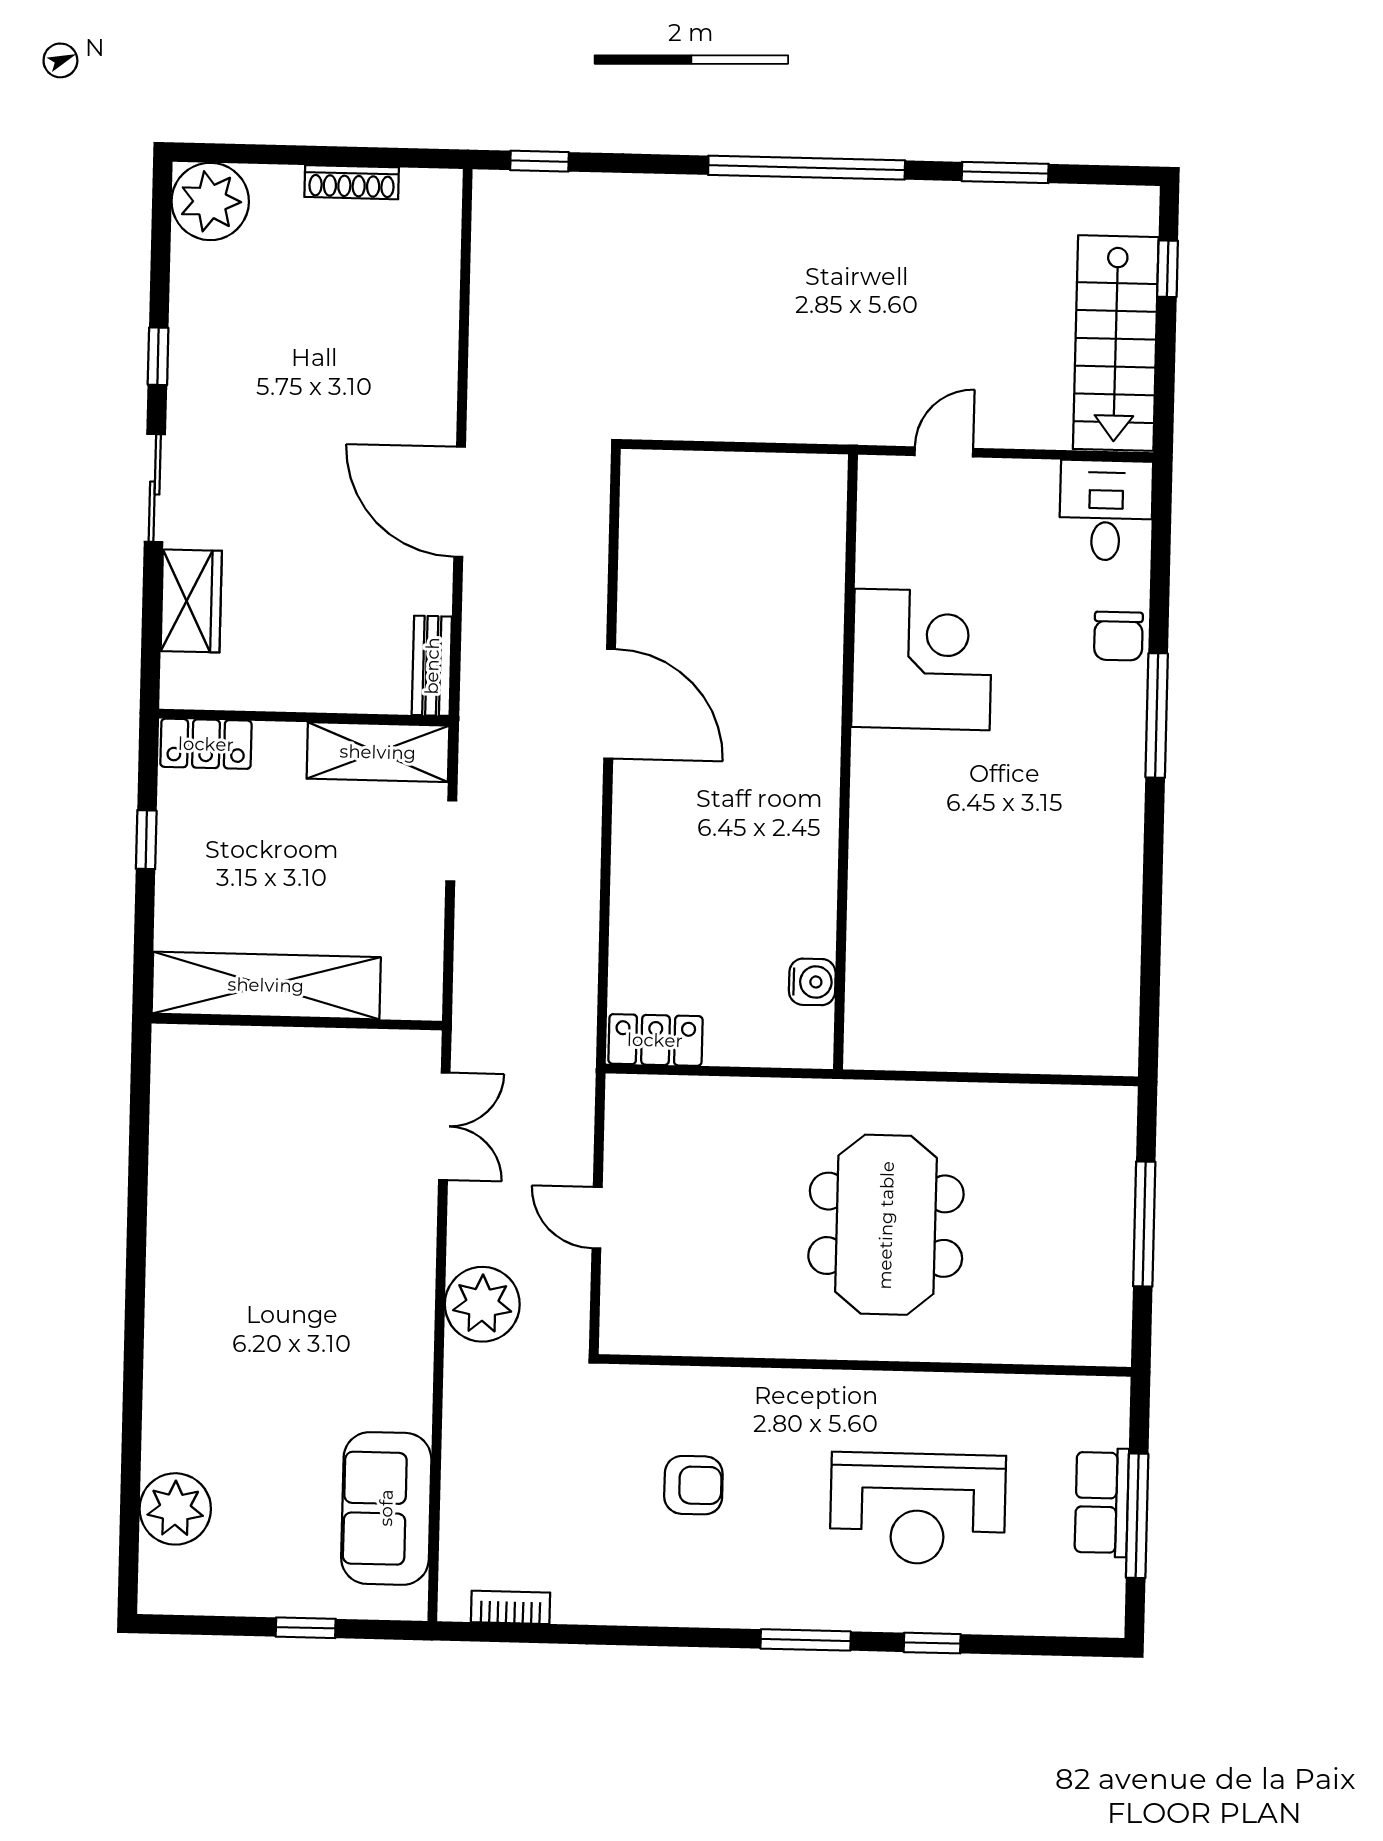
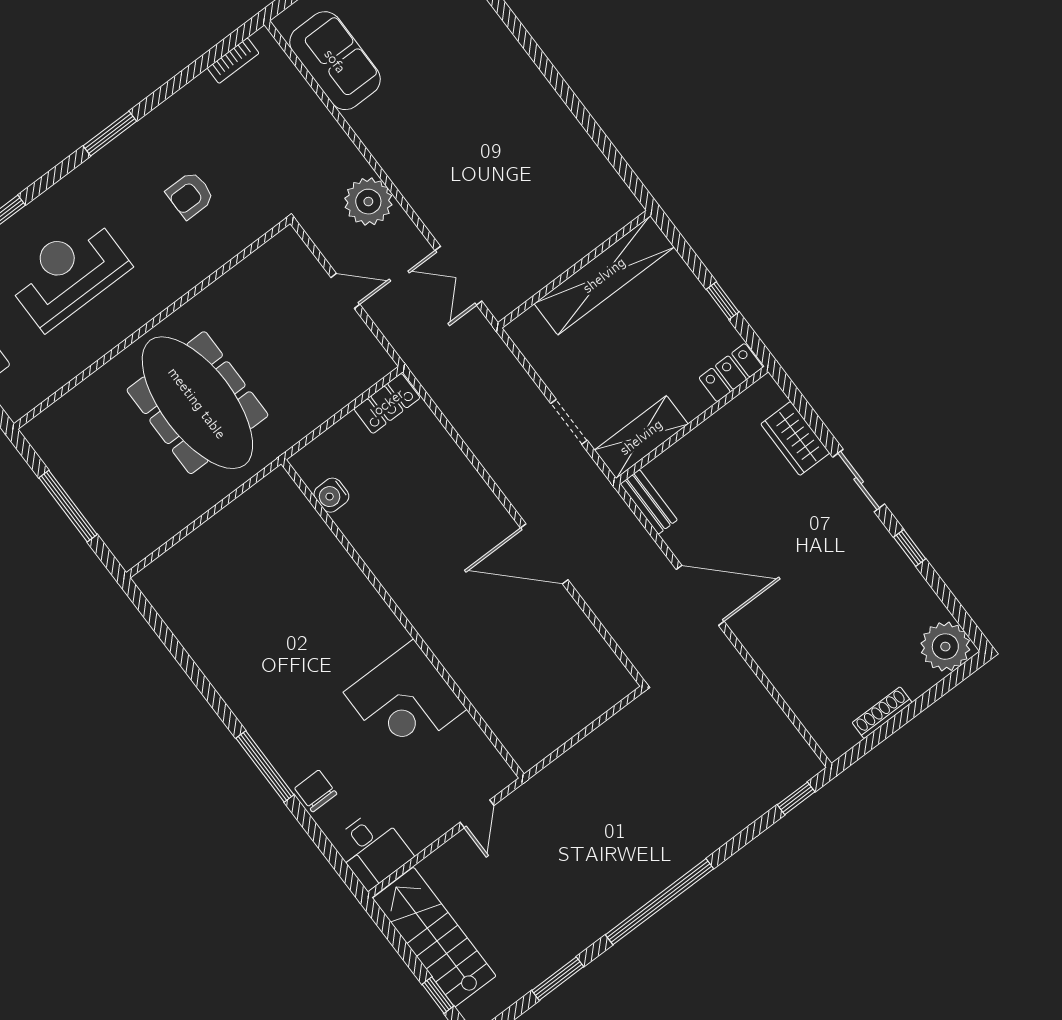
meeting table: (886, 1225) -> (197, 403), width x1.36
window: (806, 1640) -> (110, 133), moved

